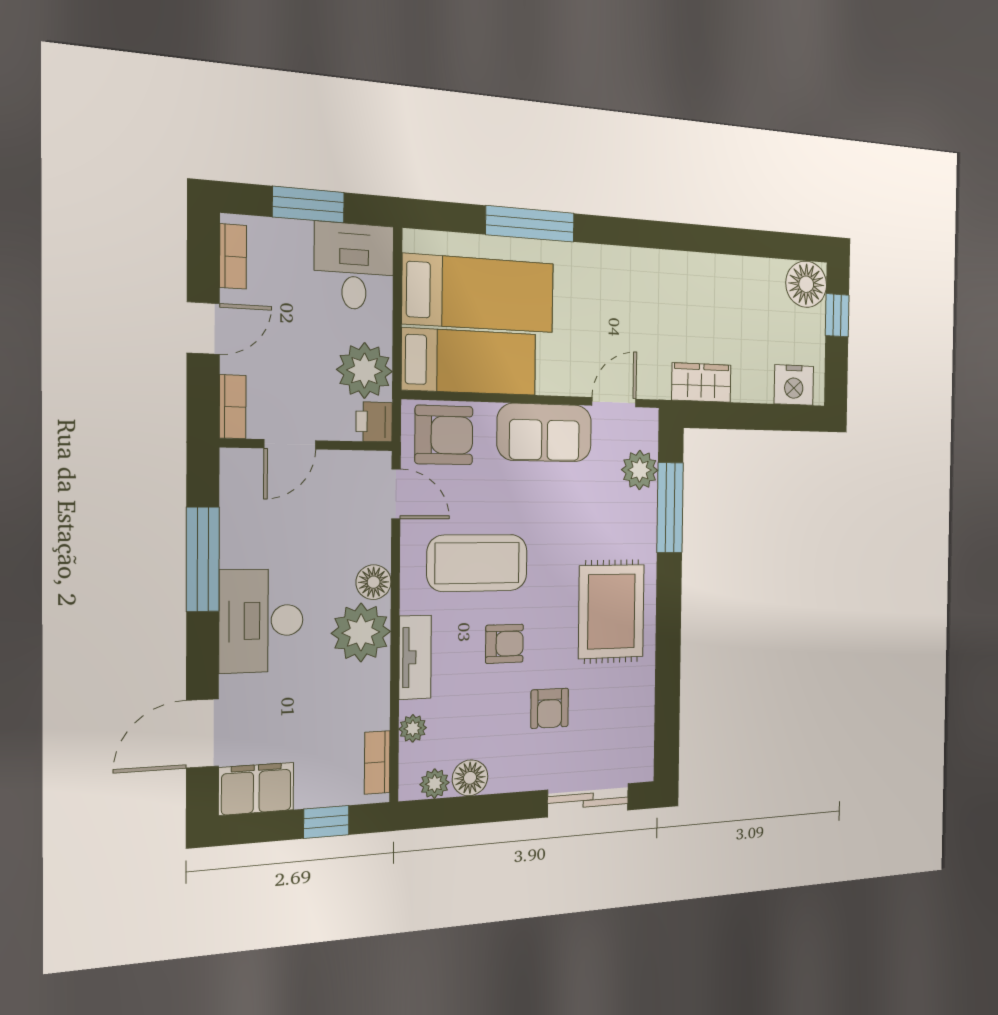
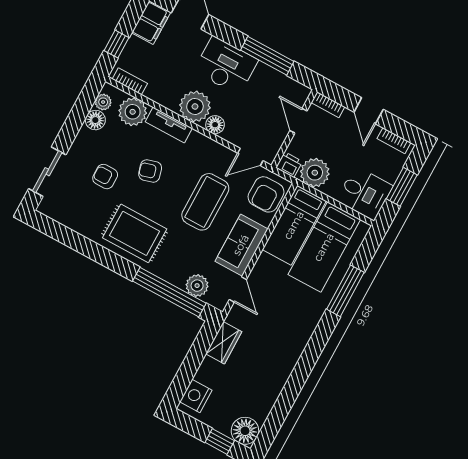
window: (670, 508) -> (169, 292), width x1.46
coffee table: (477, 563) -> (205, 202), moved
armchair: (504, 644) -> (150, 171), turned 74
plant: (413, 728) -> (133, 112), width x1.87, depth x1.87

